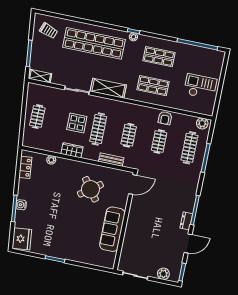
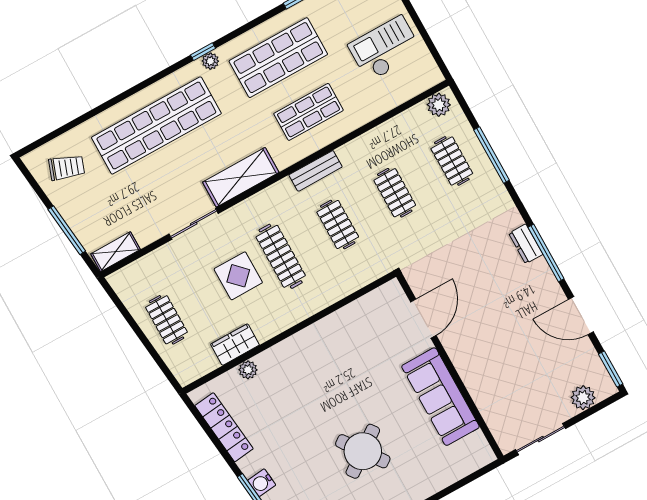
shop shelf: (159, 57) -> (278, 58), width x1.43, depth x1.36
armchair: (165, 118) -> (372, 147), removed
clothes rail: (189, 148) -> (452, 161), width x0.73
wardrobe: (72, 150) -> (235, 345), moved
bench: (111, 160) -> (316, 171), moved
locker: (25, 167) -> (224, 427), width x1.53
door: (133, 184) -> (423, 319), moved
round table: (90, 189) -> (363, 451), moved
dresser: (186, 221) -> (526, 244), moved
door: (188, 244) -> (581, 316), swing flipped

